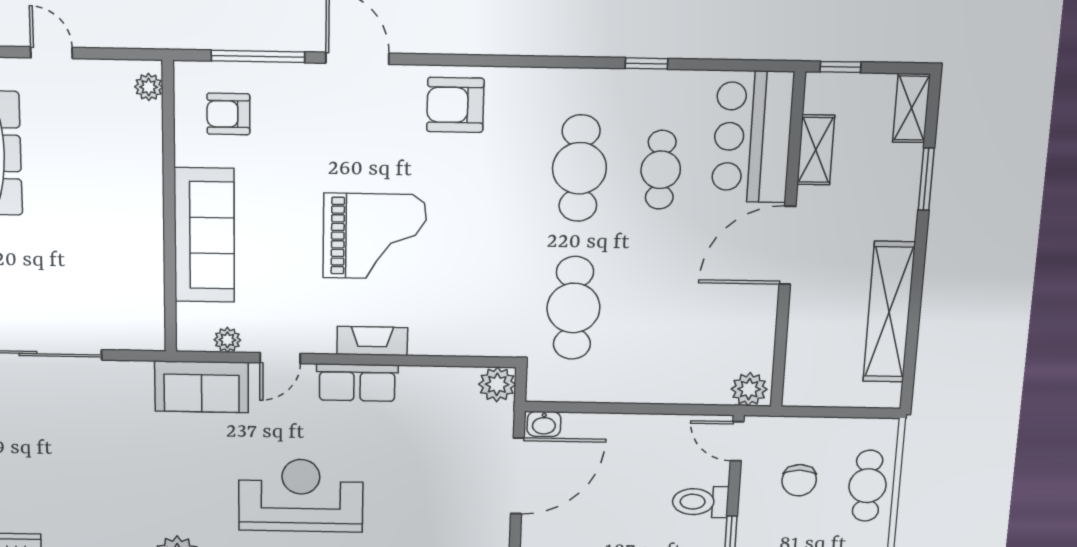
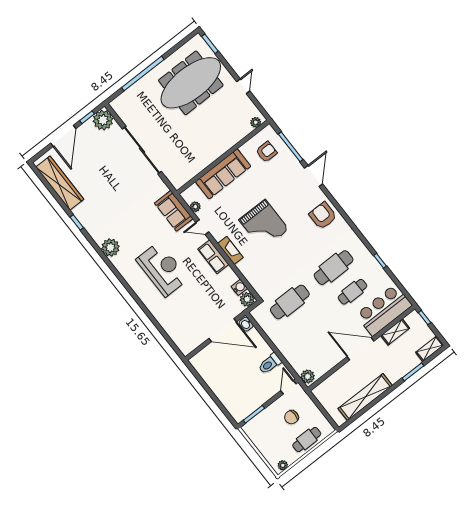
armchair: (228, 114) -> (266, 152), turned 90
water cooler: (461, 381) -> (239, 287), added
toilet: (700, 502) -> (270, 364), moved, turned -90

